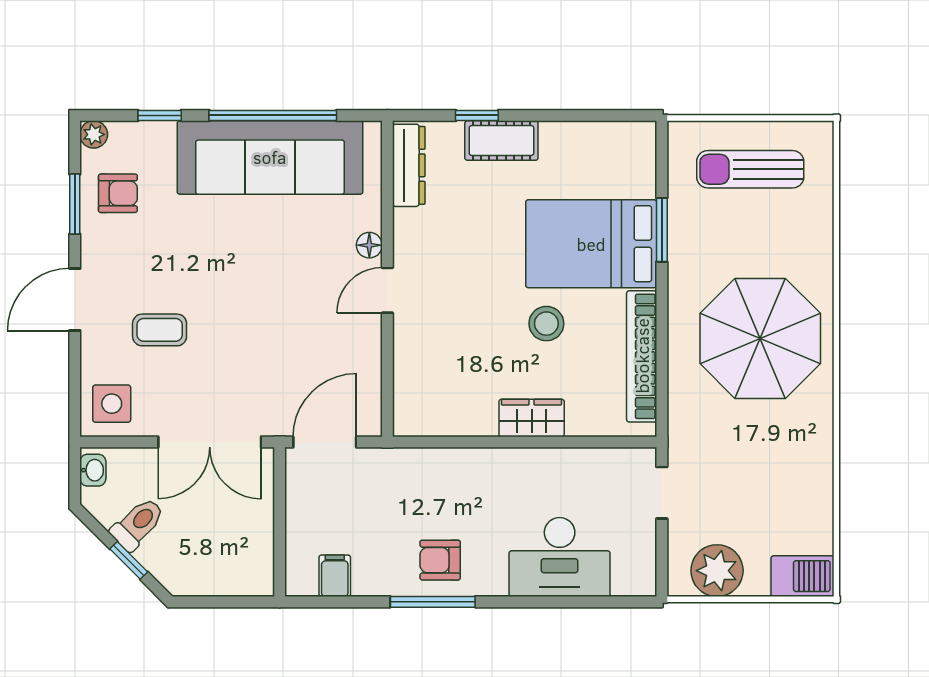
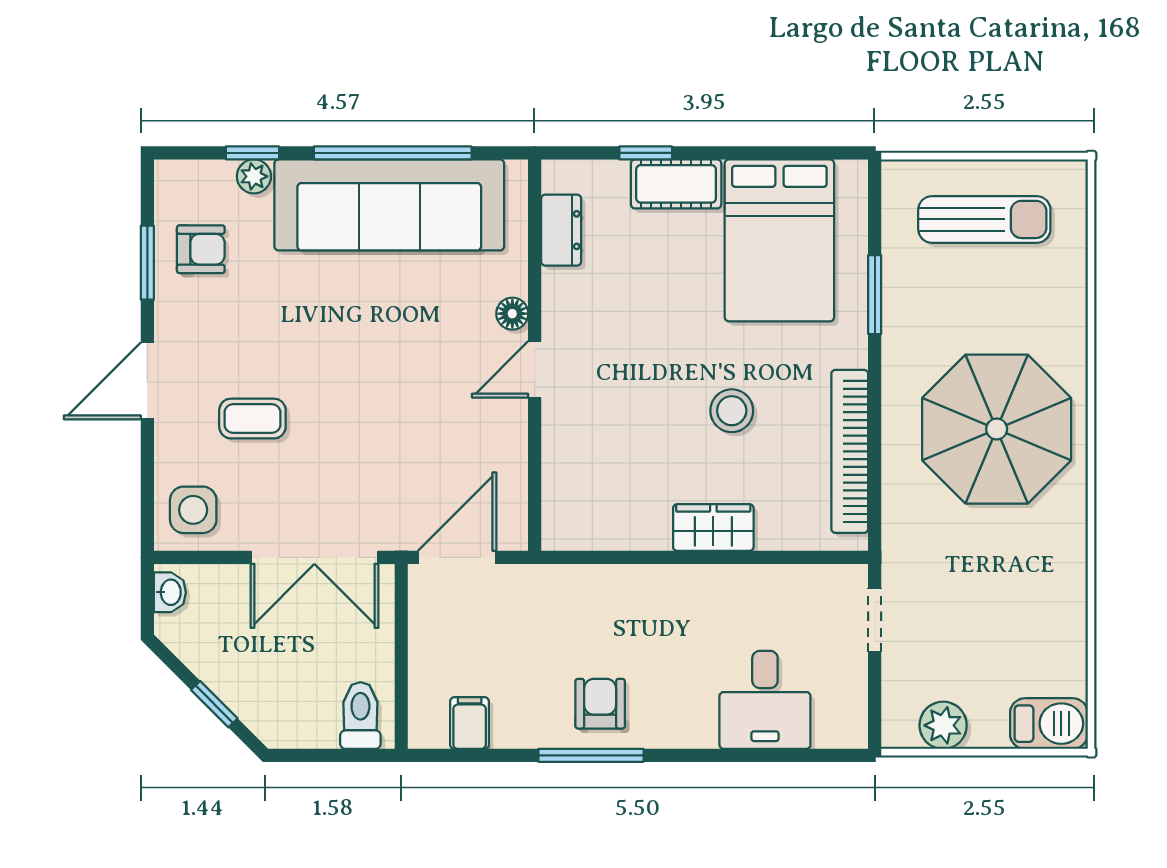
plant: (94, 134) -> (254, 176), moved
dresser: (409, 165) -> (561, 230), width x0.70
sun lounger: (750, 169) -> (984, 219), turned 180
bed: (591, 244) -> (779, 240), moved, turned -90
toilet: (138, 524) -> (360, 716), moved, turned -45
desk: (560, 557) -> (765, 700), width x0.73
armchair: (440, 560) -> (600, 704), turned 90
plant: (717, 571) -> (943, 725), width x0.73, depth x0.73

